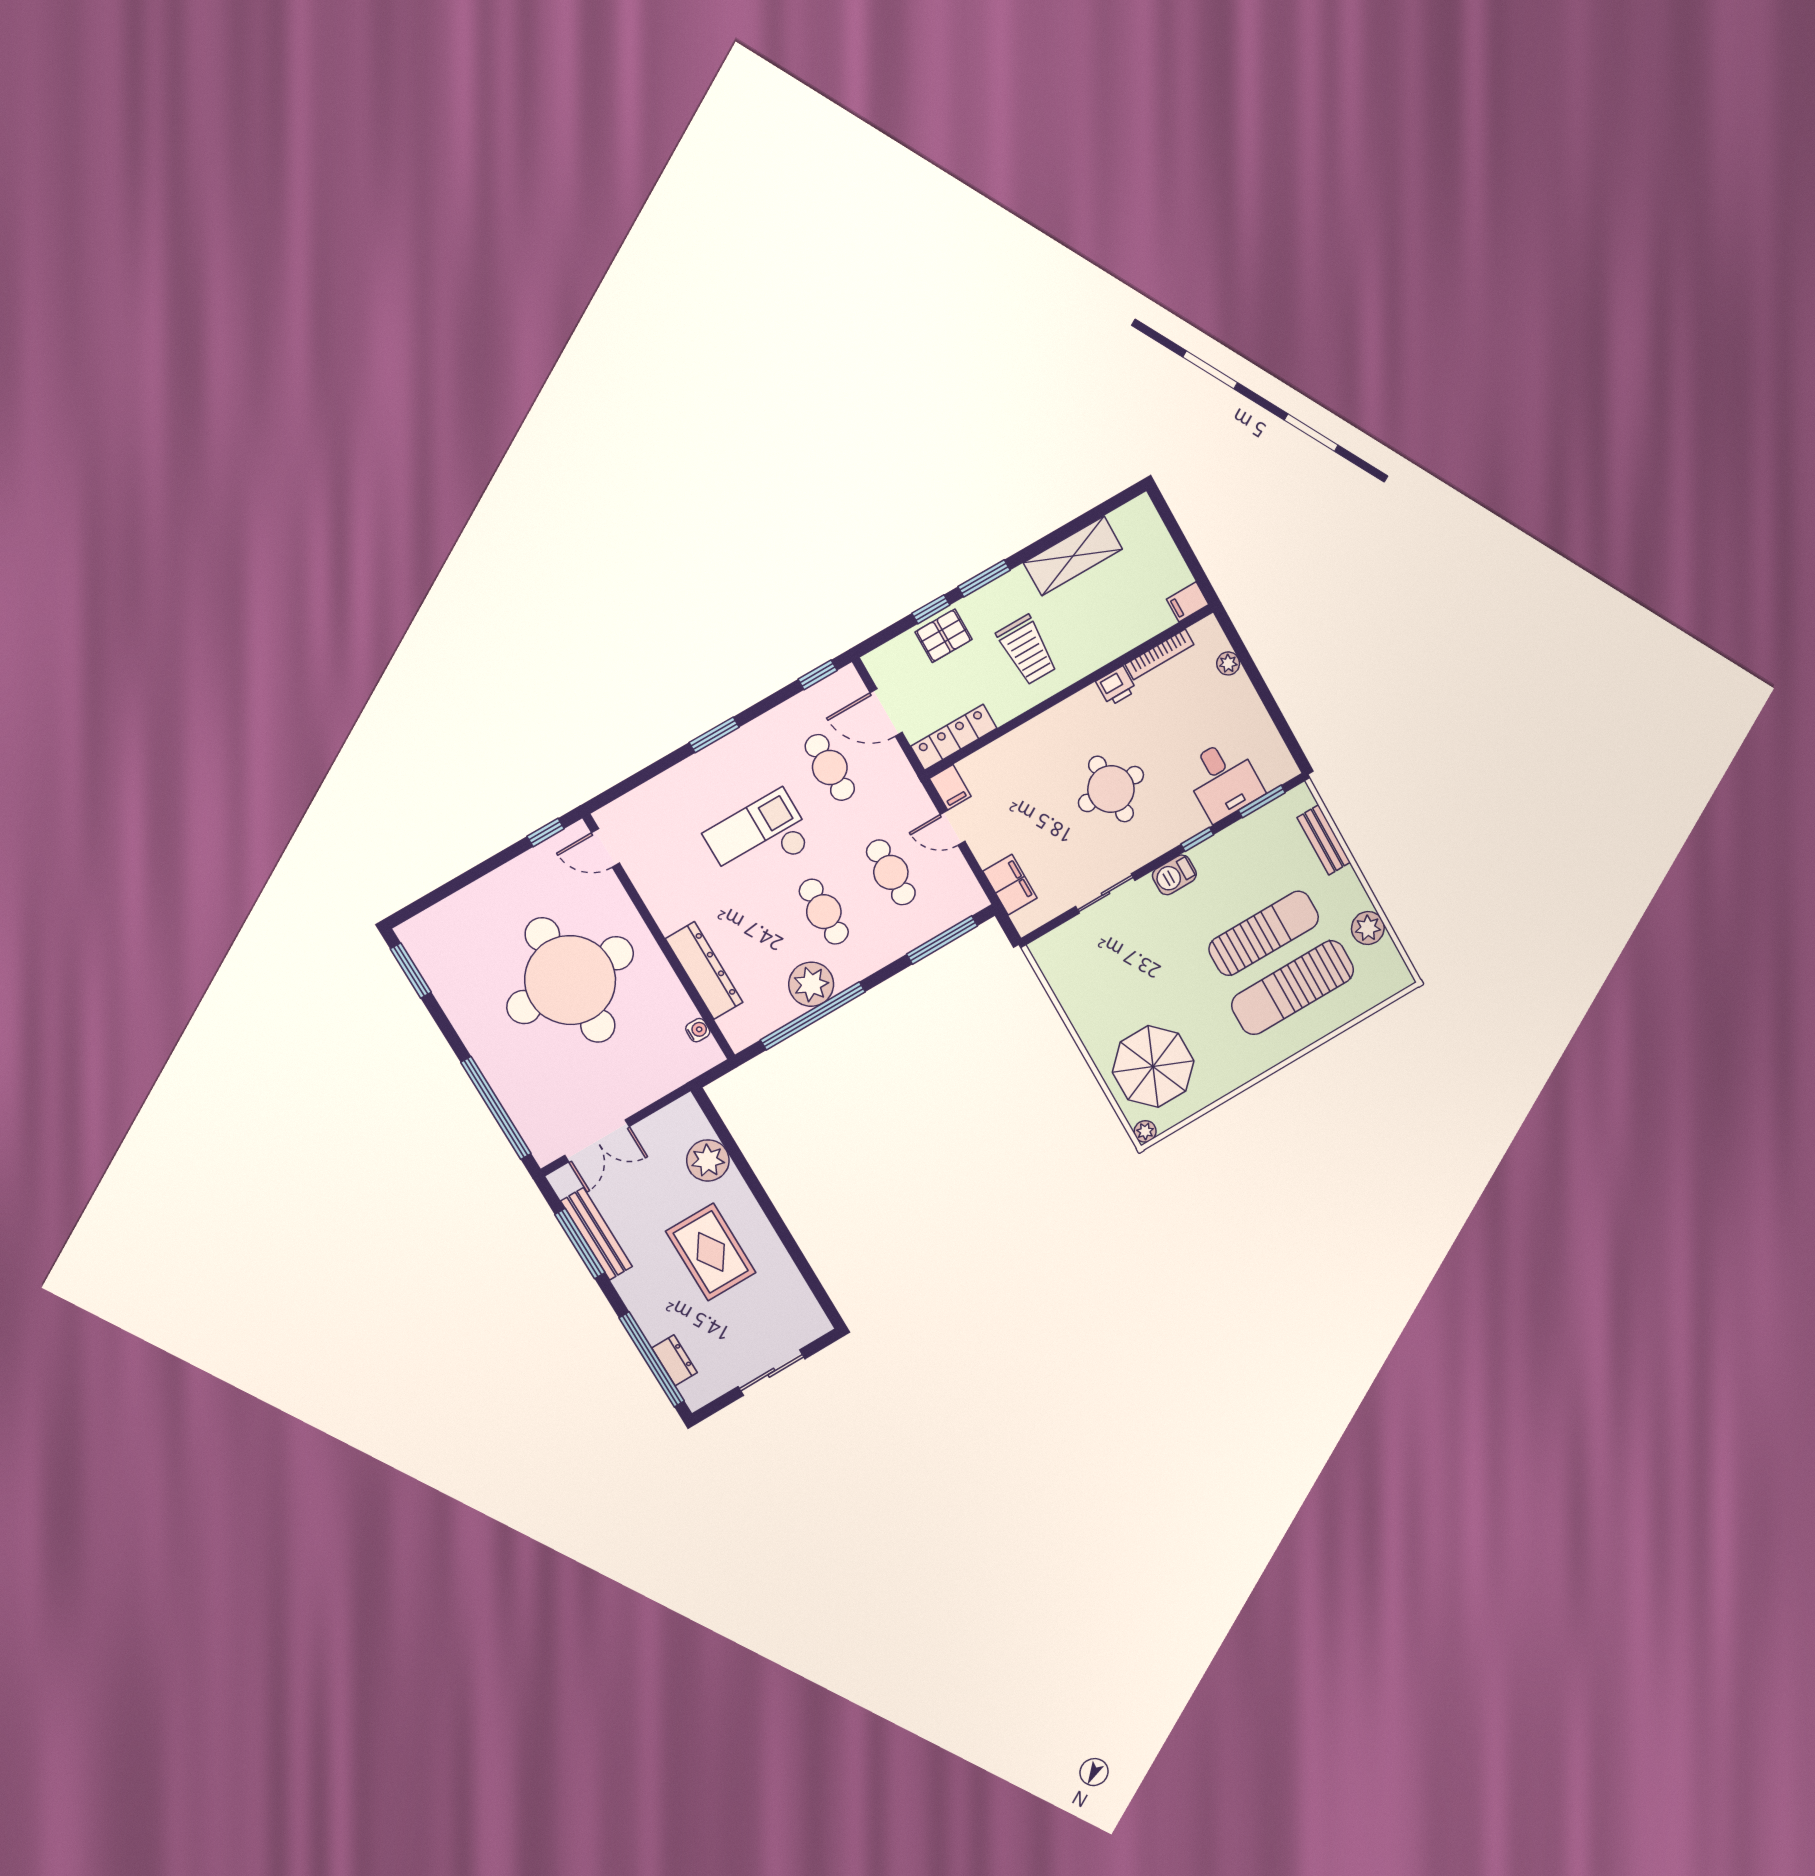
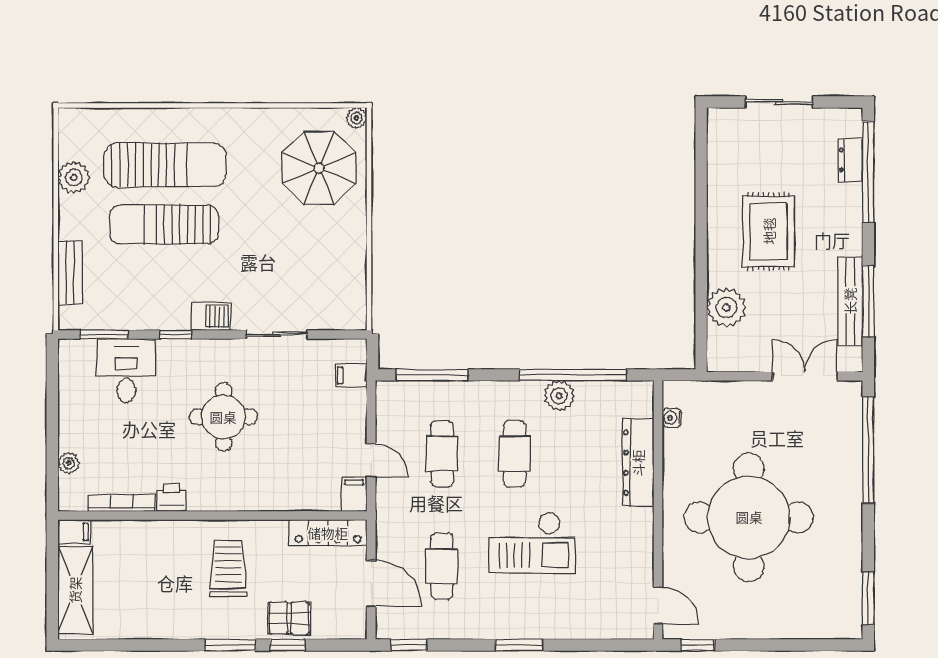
shelving: (1073, 556) -> (75, 590), moved, turned 90
filing cabinet: (1010, 885) -> (351, 375), width x0.50
plant: (811, 984) -> (559, 396), width x0.73, depth x0.73

